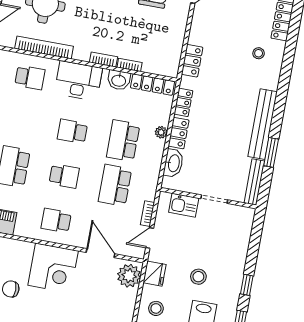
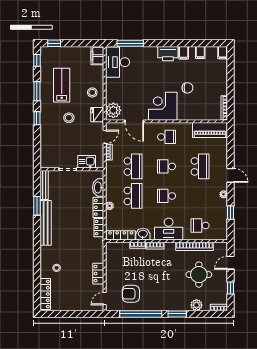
locker: (192, 61) -> (98, 274), moved
school desk: (72, 131) -> (167, 196), turned 180

